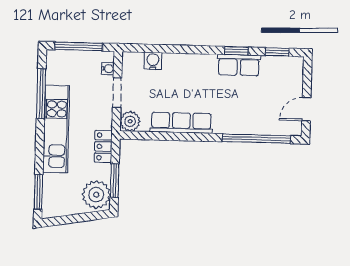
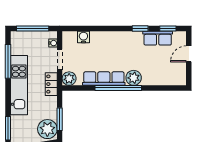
row of seats: (239, 65) -> (158, 38), moved
door: (306, 109) -> (189, 54), moved
plant: (225, 123) -> (134, 78), added
window: (256, 139) -> (118, 88), moved
locker: (103, 146) -> (51, 84), moved

